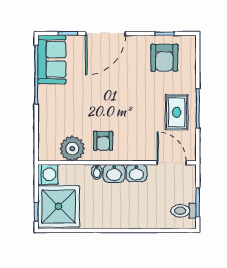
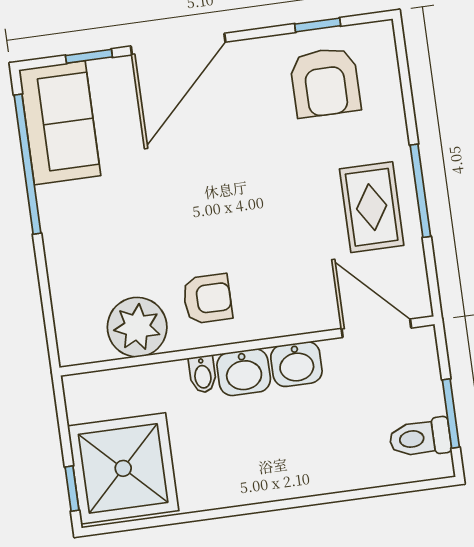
armchair: (103, 141) -> (207, 299), turned -90
washing machine: (48, 174) -> (87, 396), removed

